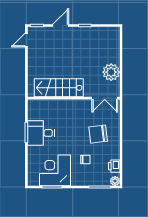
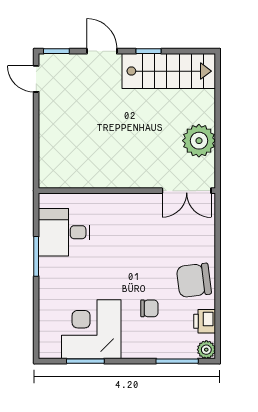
door: (61, 25) -> (102, 51), hinge flipped
door: (26, 40) -> (36, 79), hinge flipped
stairs: (59, 88) -> (169, 71), moved, turned 180
desk: (41, 133) -> (64, 232), moved
chair: (98, 134) -> (194, 280), moved

